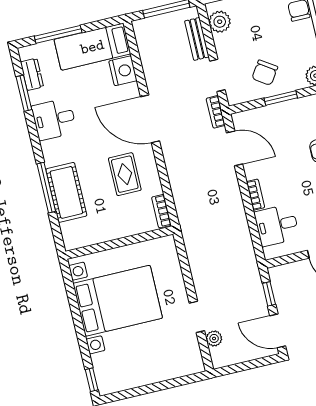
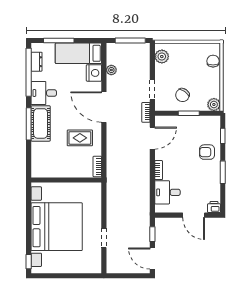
bench: (197, 39) -> (145, 64), removed
window: (24, 93) -> (29, 72), width x2.11
door: (235, 148) -> (152, 138), hinge flipped
rug: (125, 174) -> (80, 138), turned 90
window: (46, 188) -> (29, 124), moved
cot: (66, 192) -> (41, 123), moved
bed with nightstands: (118, 301) -> (57, 227), width x1.36
plant: (214, 338) -> (111, 70), moved

